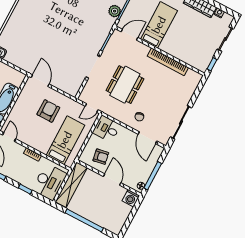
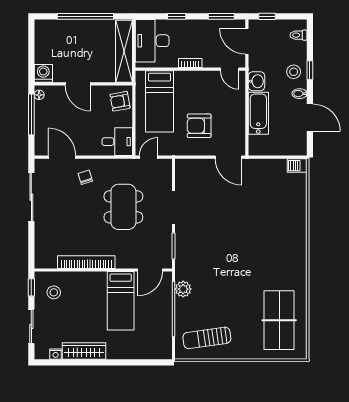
stool: (199, 53) -> (54, 292), added
armchair: (48, 111) -> (199, 126), turned 90
armchair: (101, 157) -> (120, 101), moved

